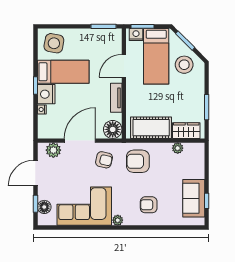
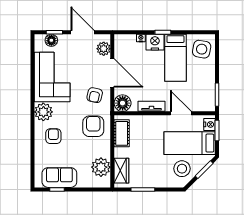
cot: (151, 128) -> (122, 133), width x0.73, depth x0.75
plant: (178, 148) -> (101, 167), width x1.88, depth x1.88
plant: (118, 220) -> (43, 112), width x1.88, depth x1.88

